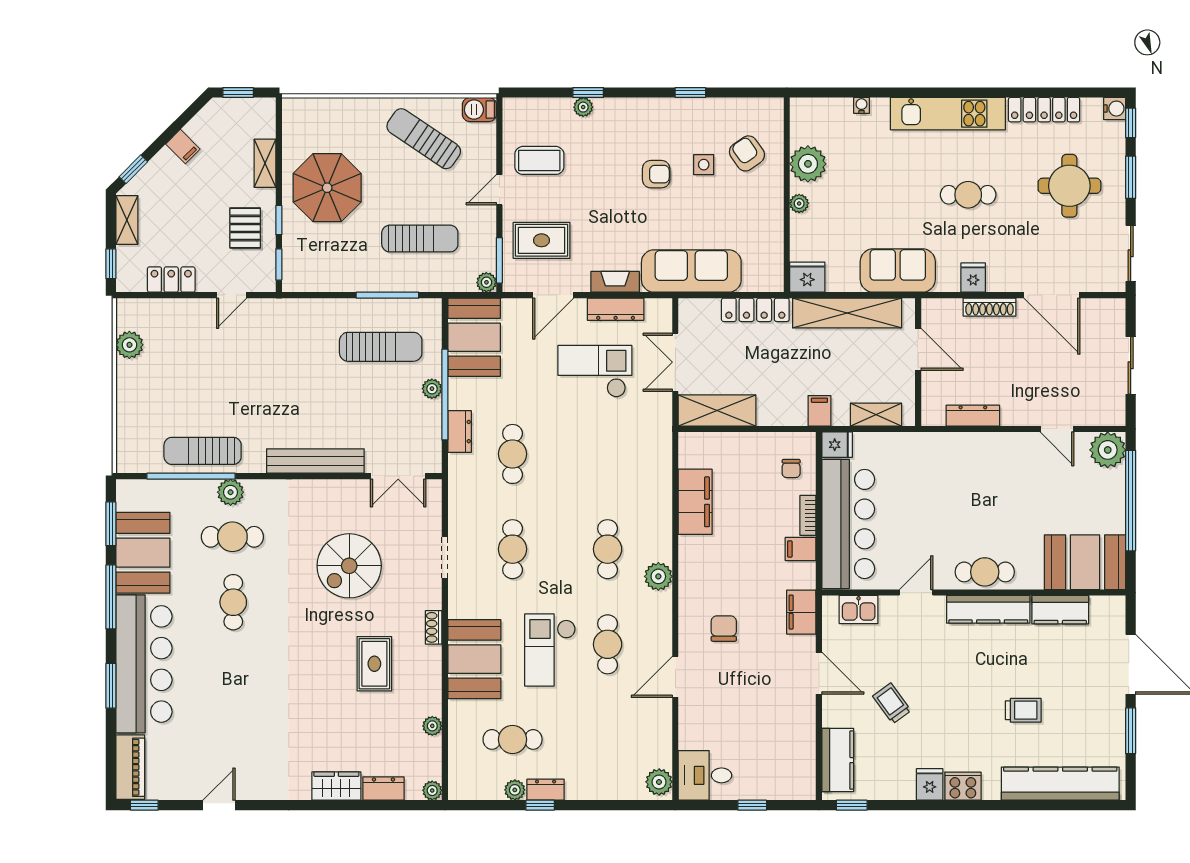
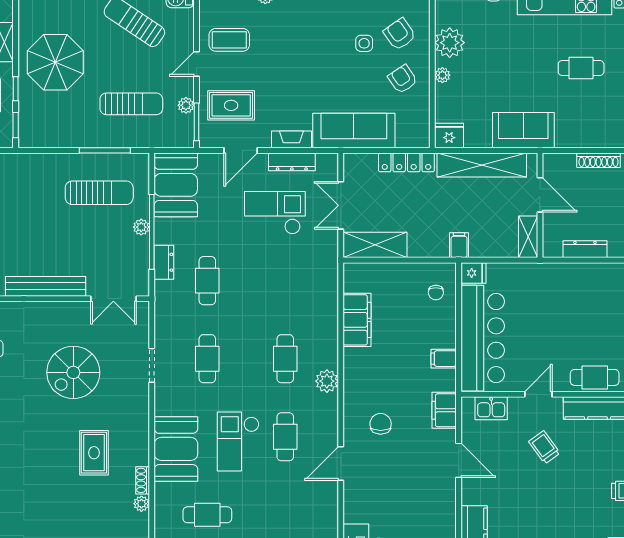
armchair: (656, 174) -> (403, 79), moved, turned -124
fridge: (973, 278) -> (585, 136), removed
plant: (486, 282) -> (186, 105), moved
shelving: (876, 415) -> (528, 237), moved, turned 90
bookcase: (808, 515) -> (450, 331), removed
shoe rack: (434, 627) -> (143, 480), moved
trolley: (892, 703) -> (544, 447), moved

